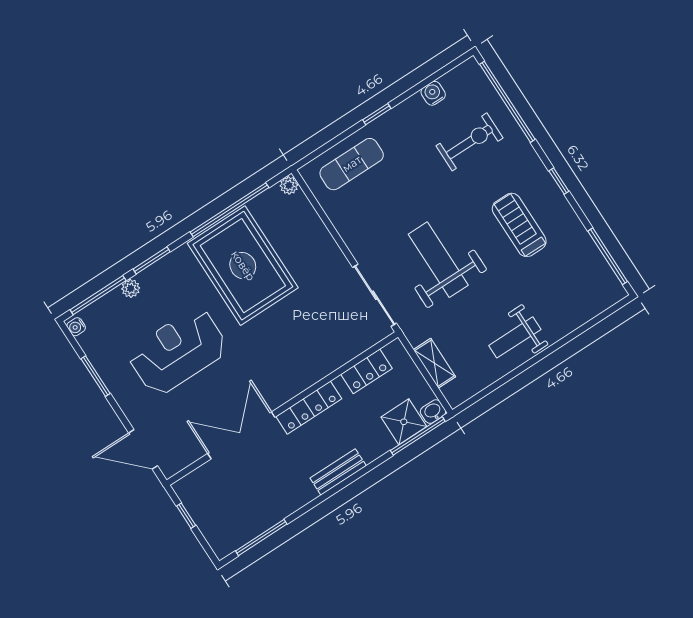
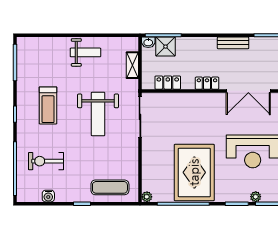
locker: (309, 408) -> (207, 83), width x0.66
bench: (338, 472) -> (233, 43), moved

